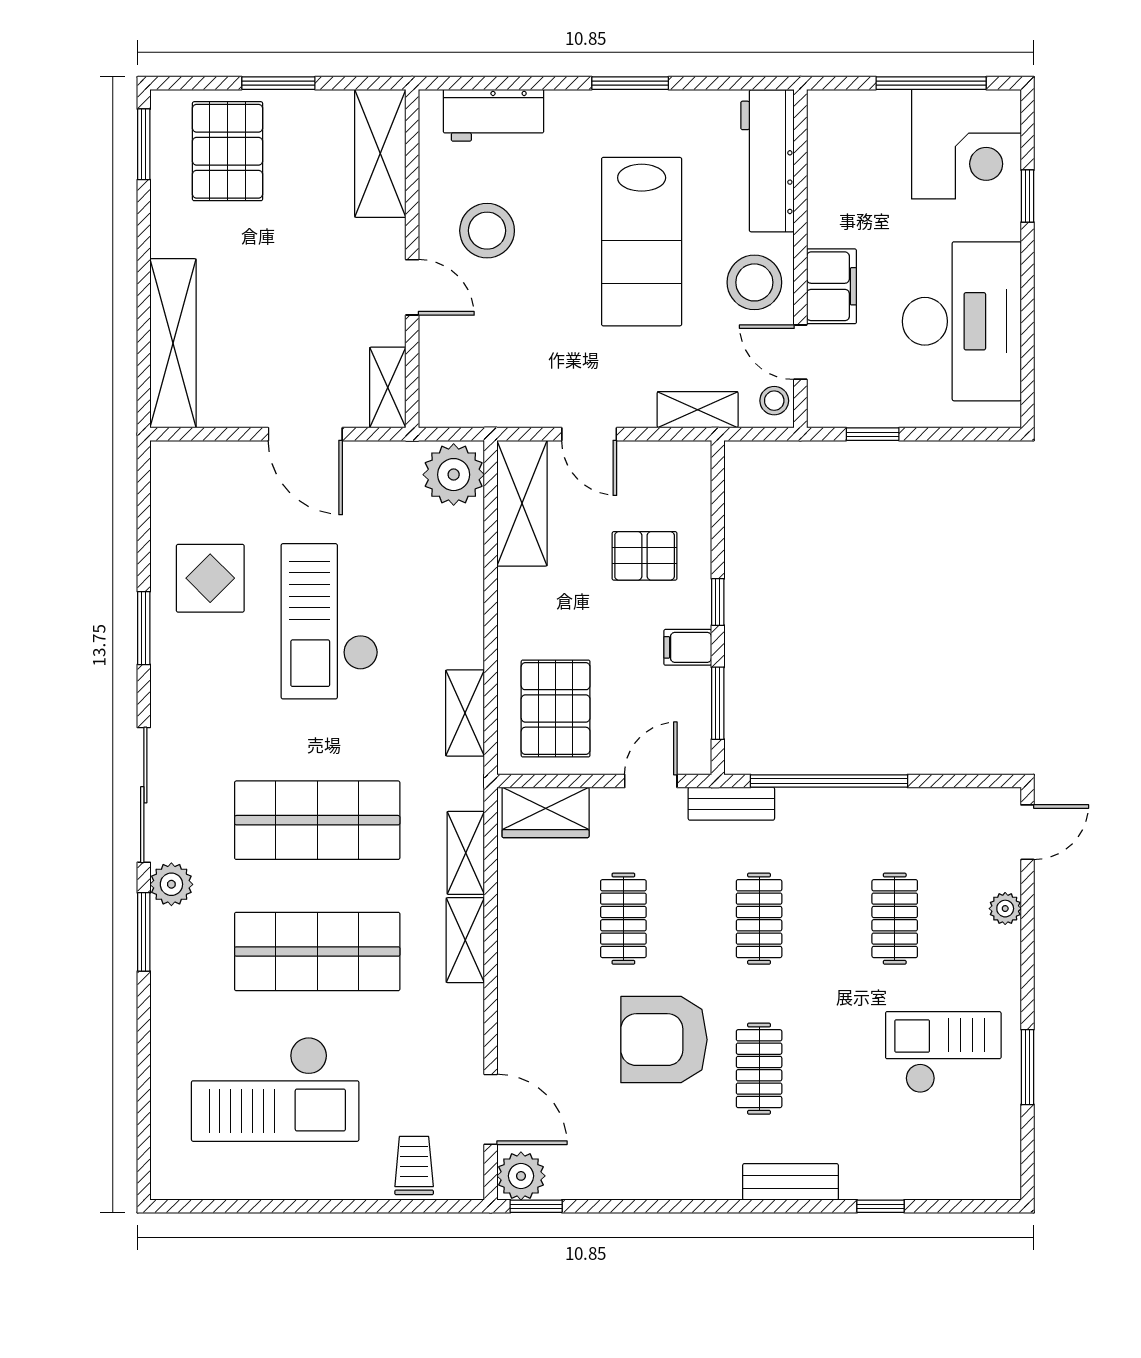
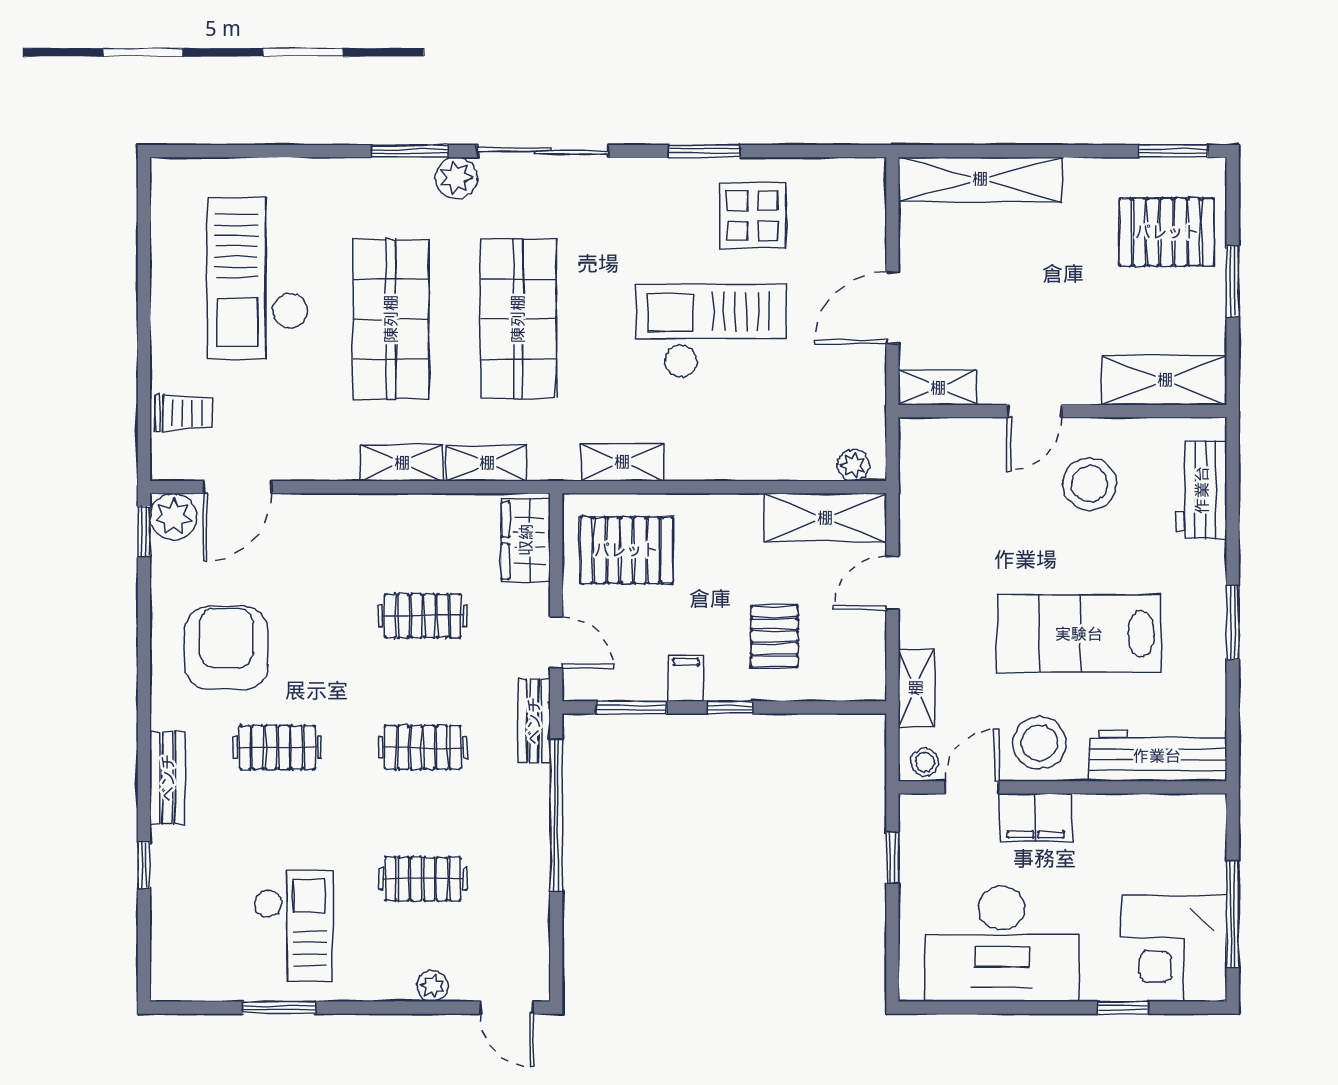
plant: (454, 475) -> (853, 465), width x0.53, depth x0.53
armchair: (664, 1040) -> (226, 648), moved

